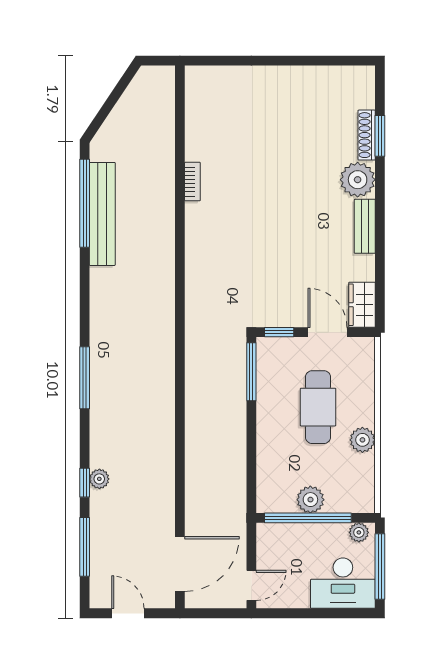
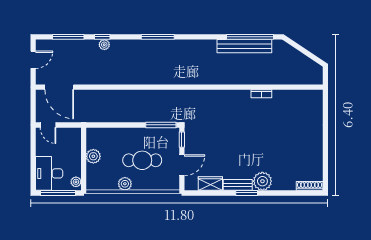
shoe rack: (367, 135) -> (310, 186), moved
window: (380, 136) -> (247, 193), moved
wardrobe: (362, 305) -> (210, 184), moved
window: (308, 518) -> (84, 155), removed

